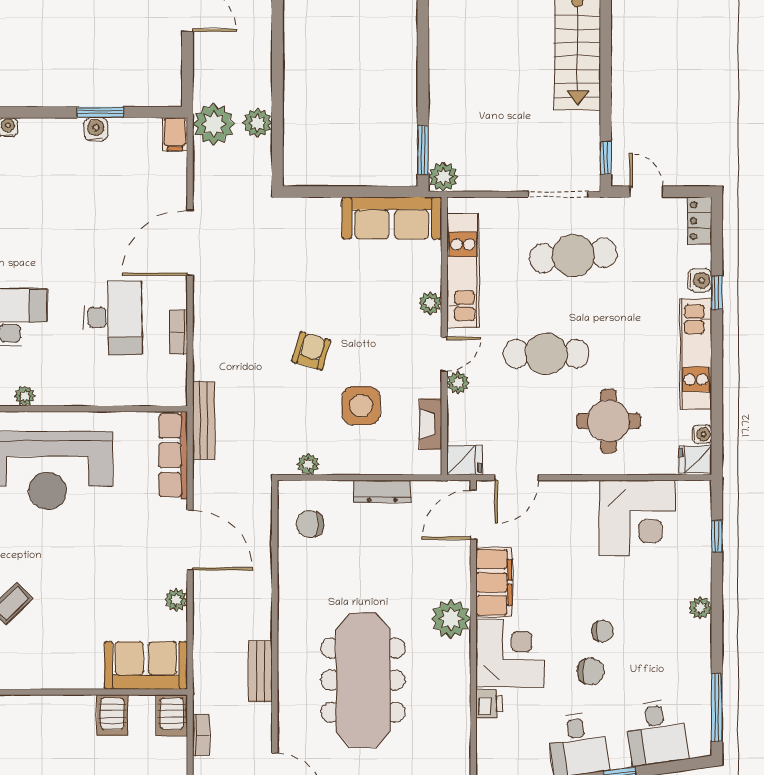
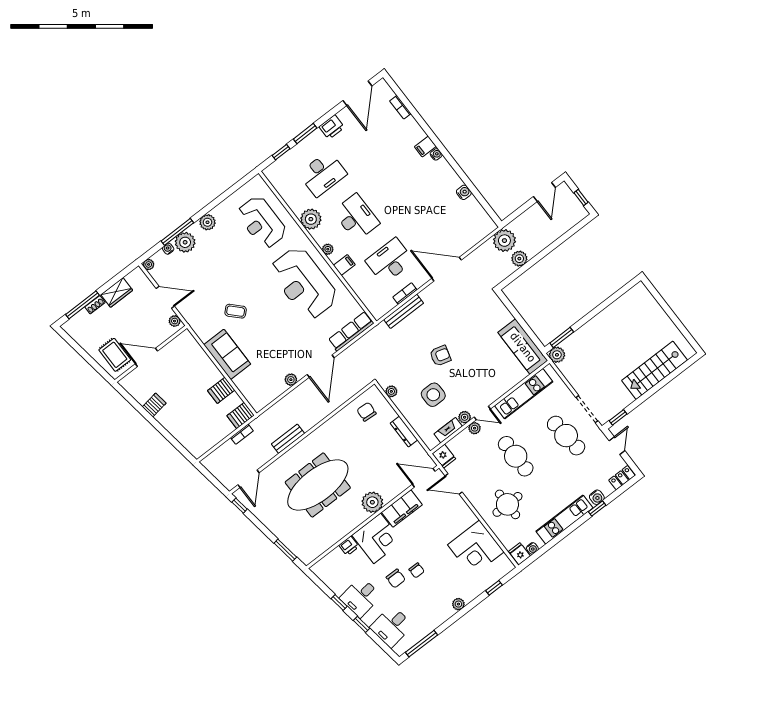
window: (100, 112) -> (472, 189), removed
filing cabinet: (175, 134) -> (344, 265), moved, turned 180
plant: (430, 303) -> (465, 417), moved
desk: (113, 317) -> (390, 261), turned 180
bench: (204, 421) -> (404, 311), moved
sofa: (146, 665) -> (227, 354), moved

